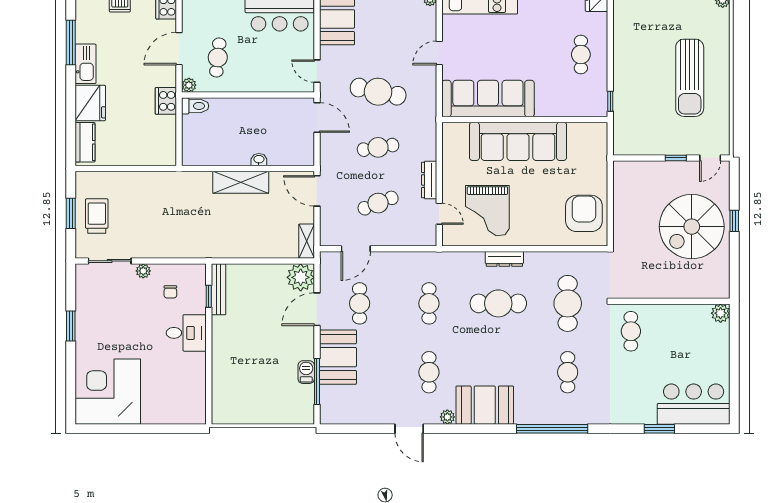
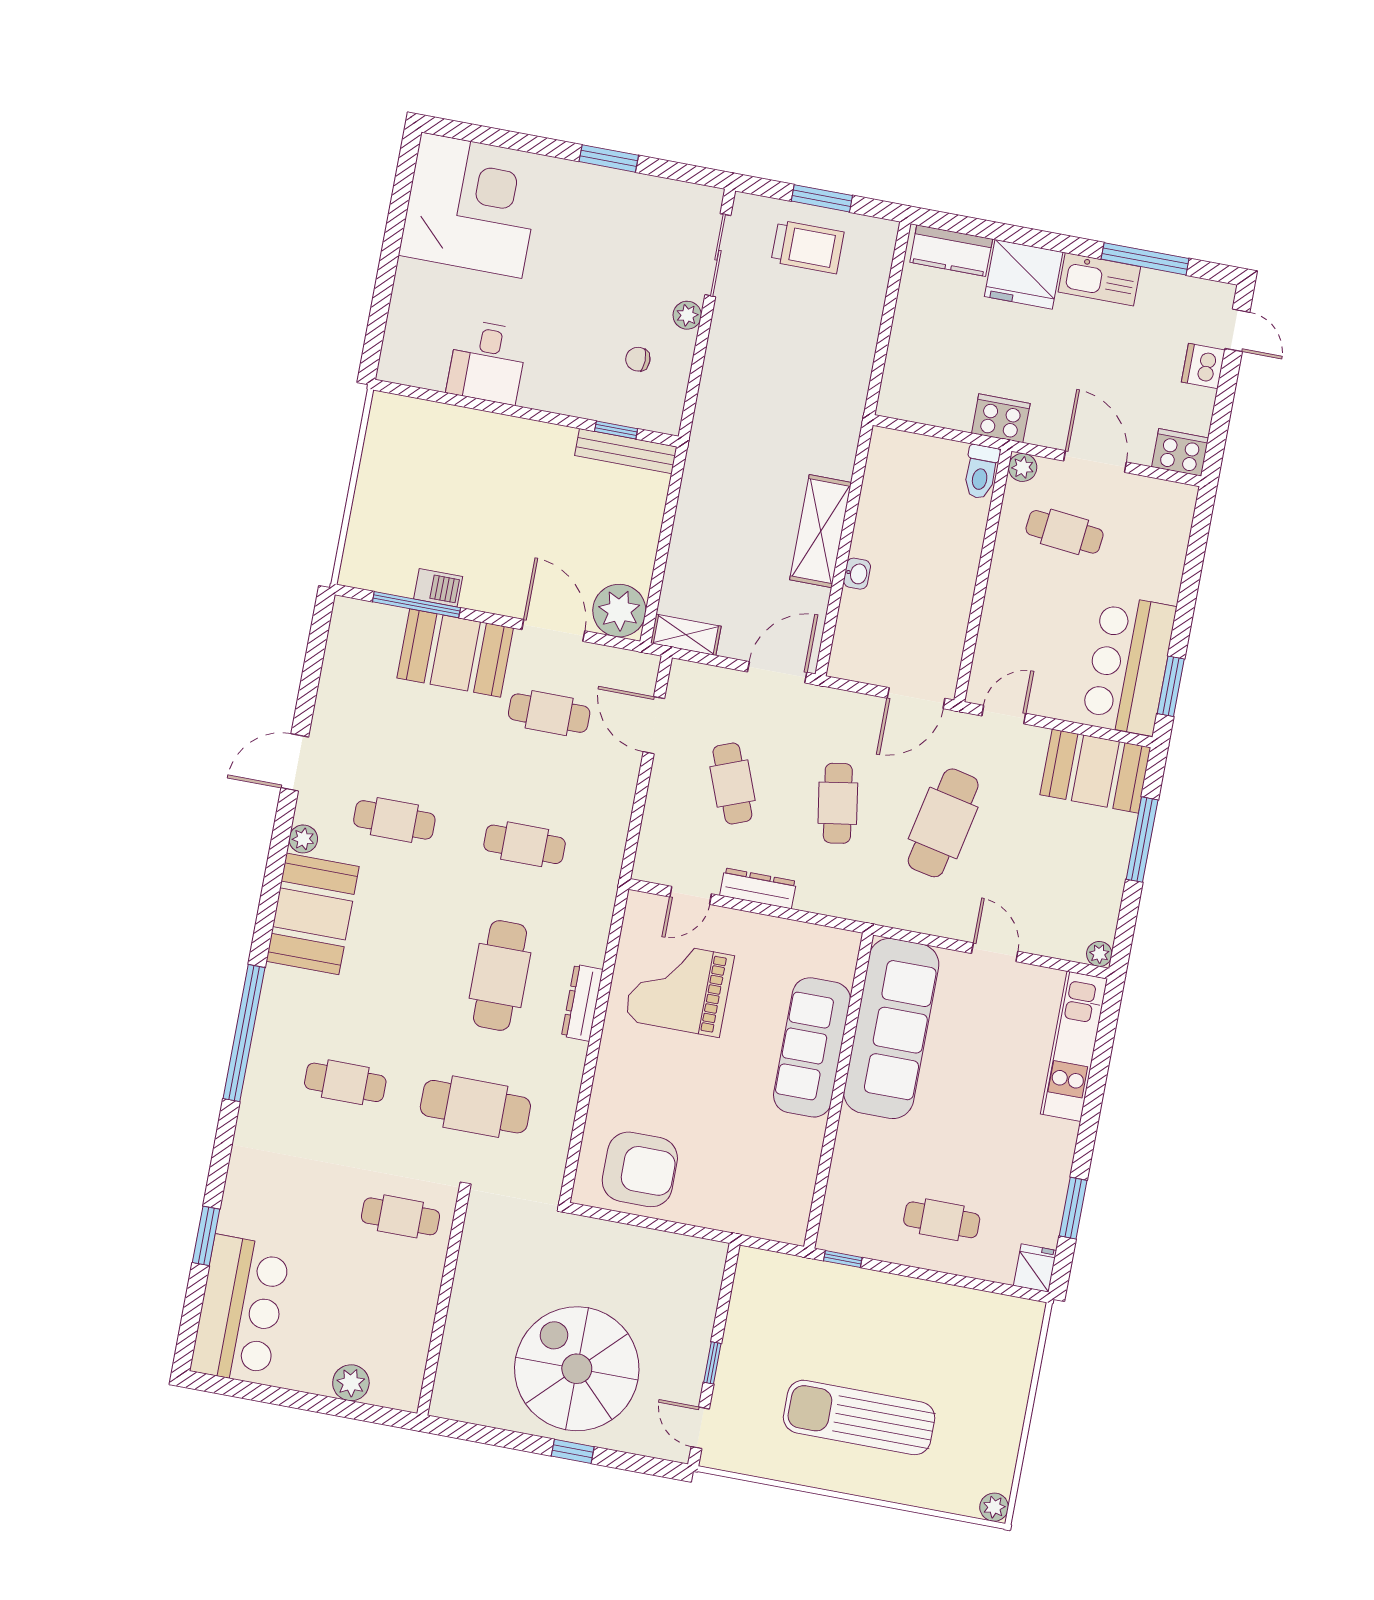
sofa: (518, 141) -> (812, 1047), width x0.74, depth x0.79
plant: (721, 313) -> (351, 1383), moved
desk: (186, 333) -> (487, 362), moved

